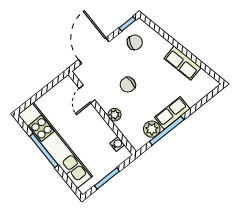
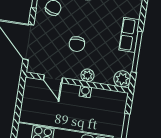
plant: (152, 129) -> (122, 79), moved
water cooler: (117, 144) -> (85, 92), moved

